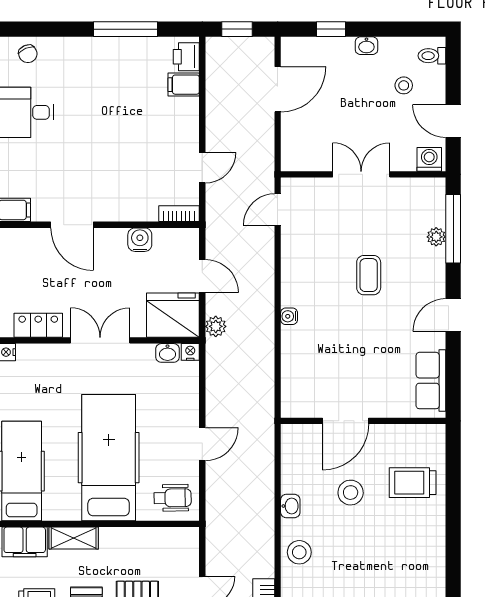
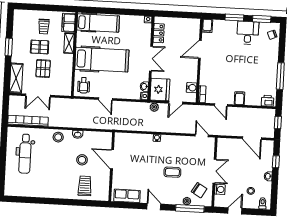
filing cabinet: (184, 85) -> (240, 98), moved
washing machine: (429, 159) -> (220, 189), moved
chair: (409, 209) -> (199, 190), added
water cooler: (140, 240) -> (192, 88), moved

